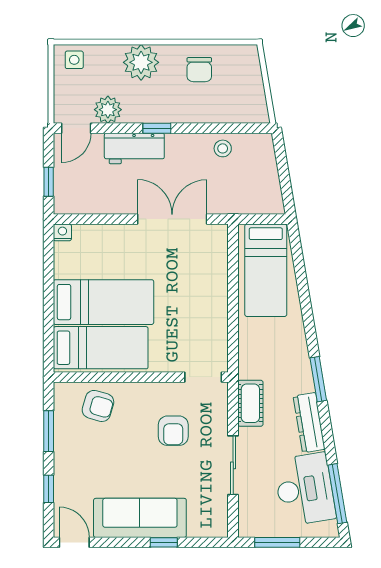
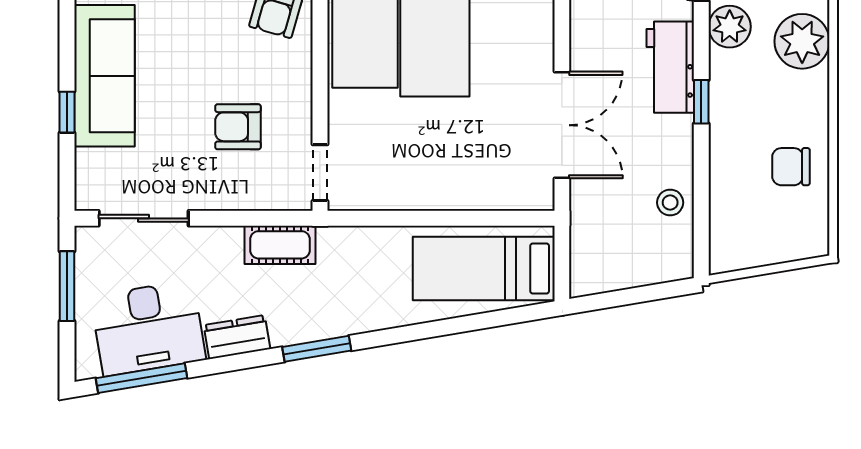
plant: (141, 62) -> (802, 41), moved
dresser: (309, 423) -> (237, 337), width x0.70
sliding door: (233, 465) -> (144, 218), moved

